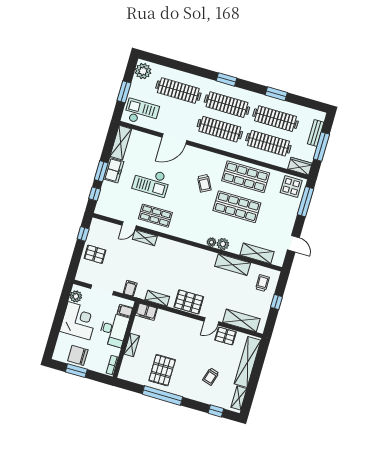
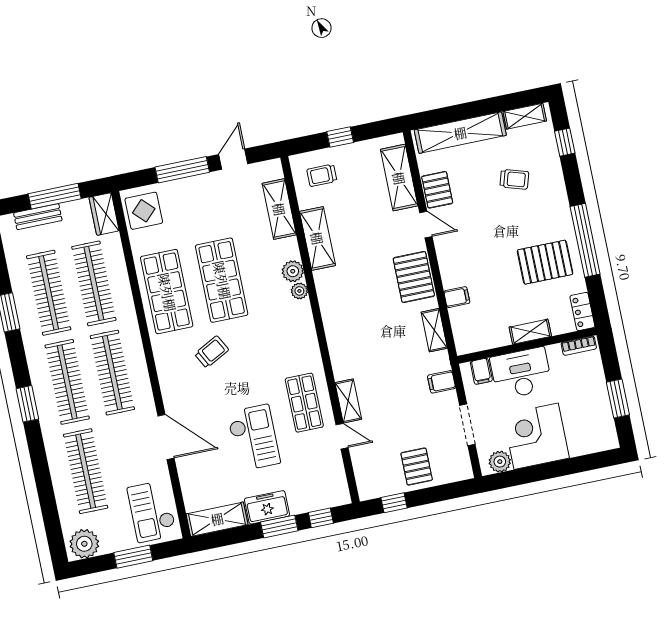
window: (305, 202) -> (182, 170), moved
filing cabinet: (146, 312) -> (457, 297), moved, width x0.50
chair: (78, 355) -> (592, 409), removed
locker: (128, 376) -> (582, 311), added

